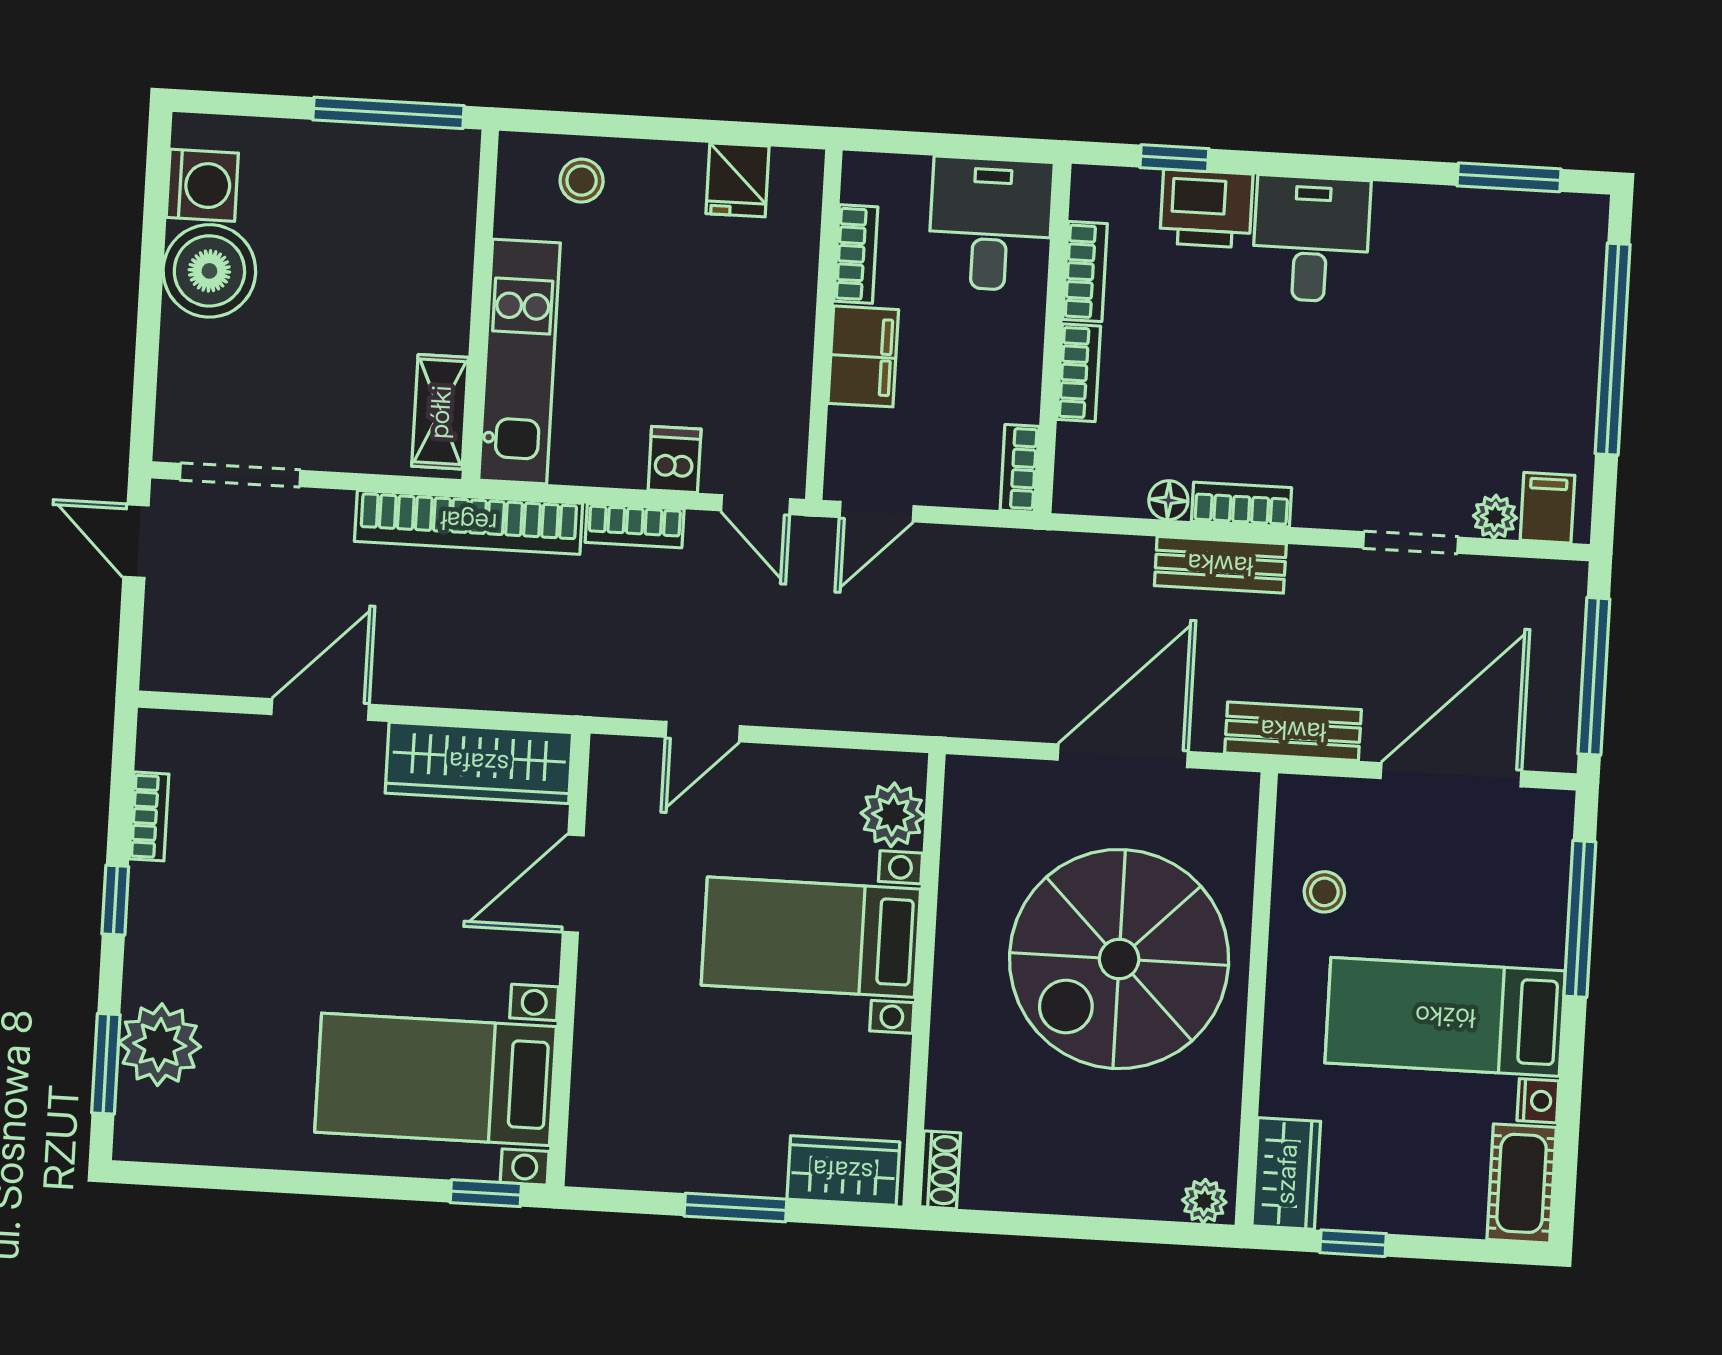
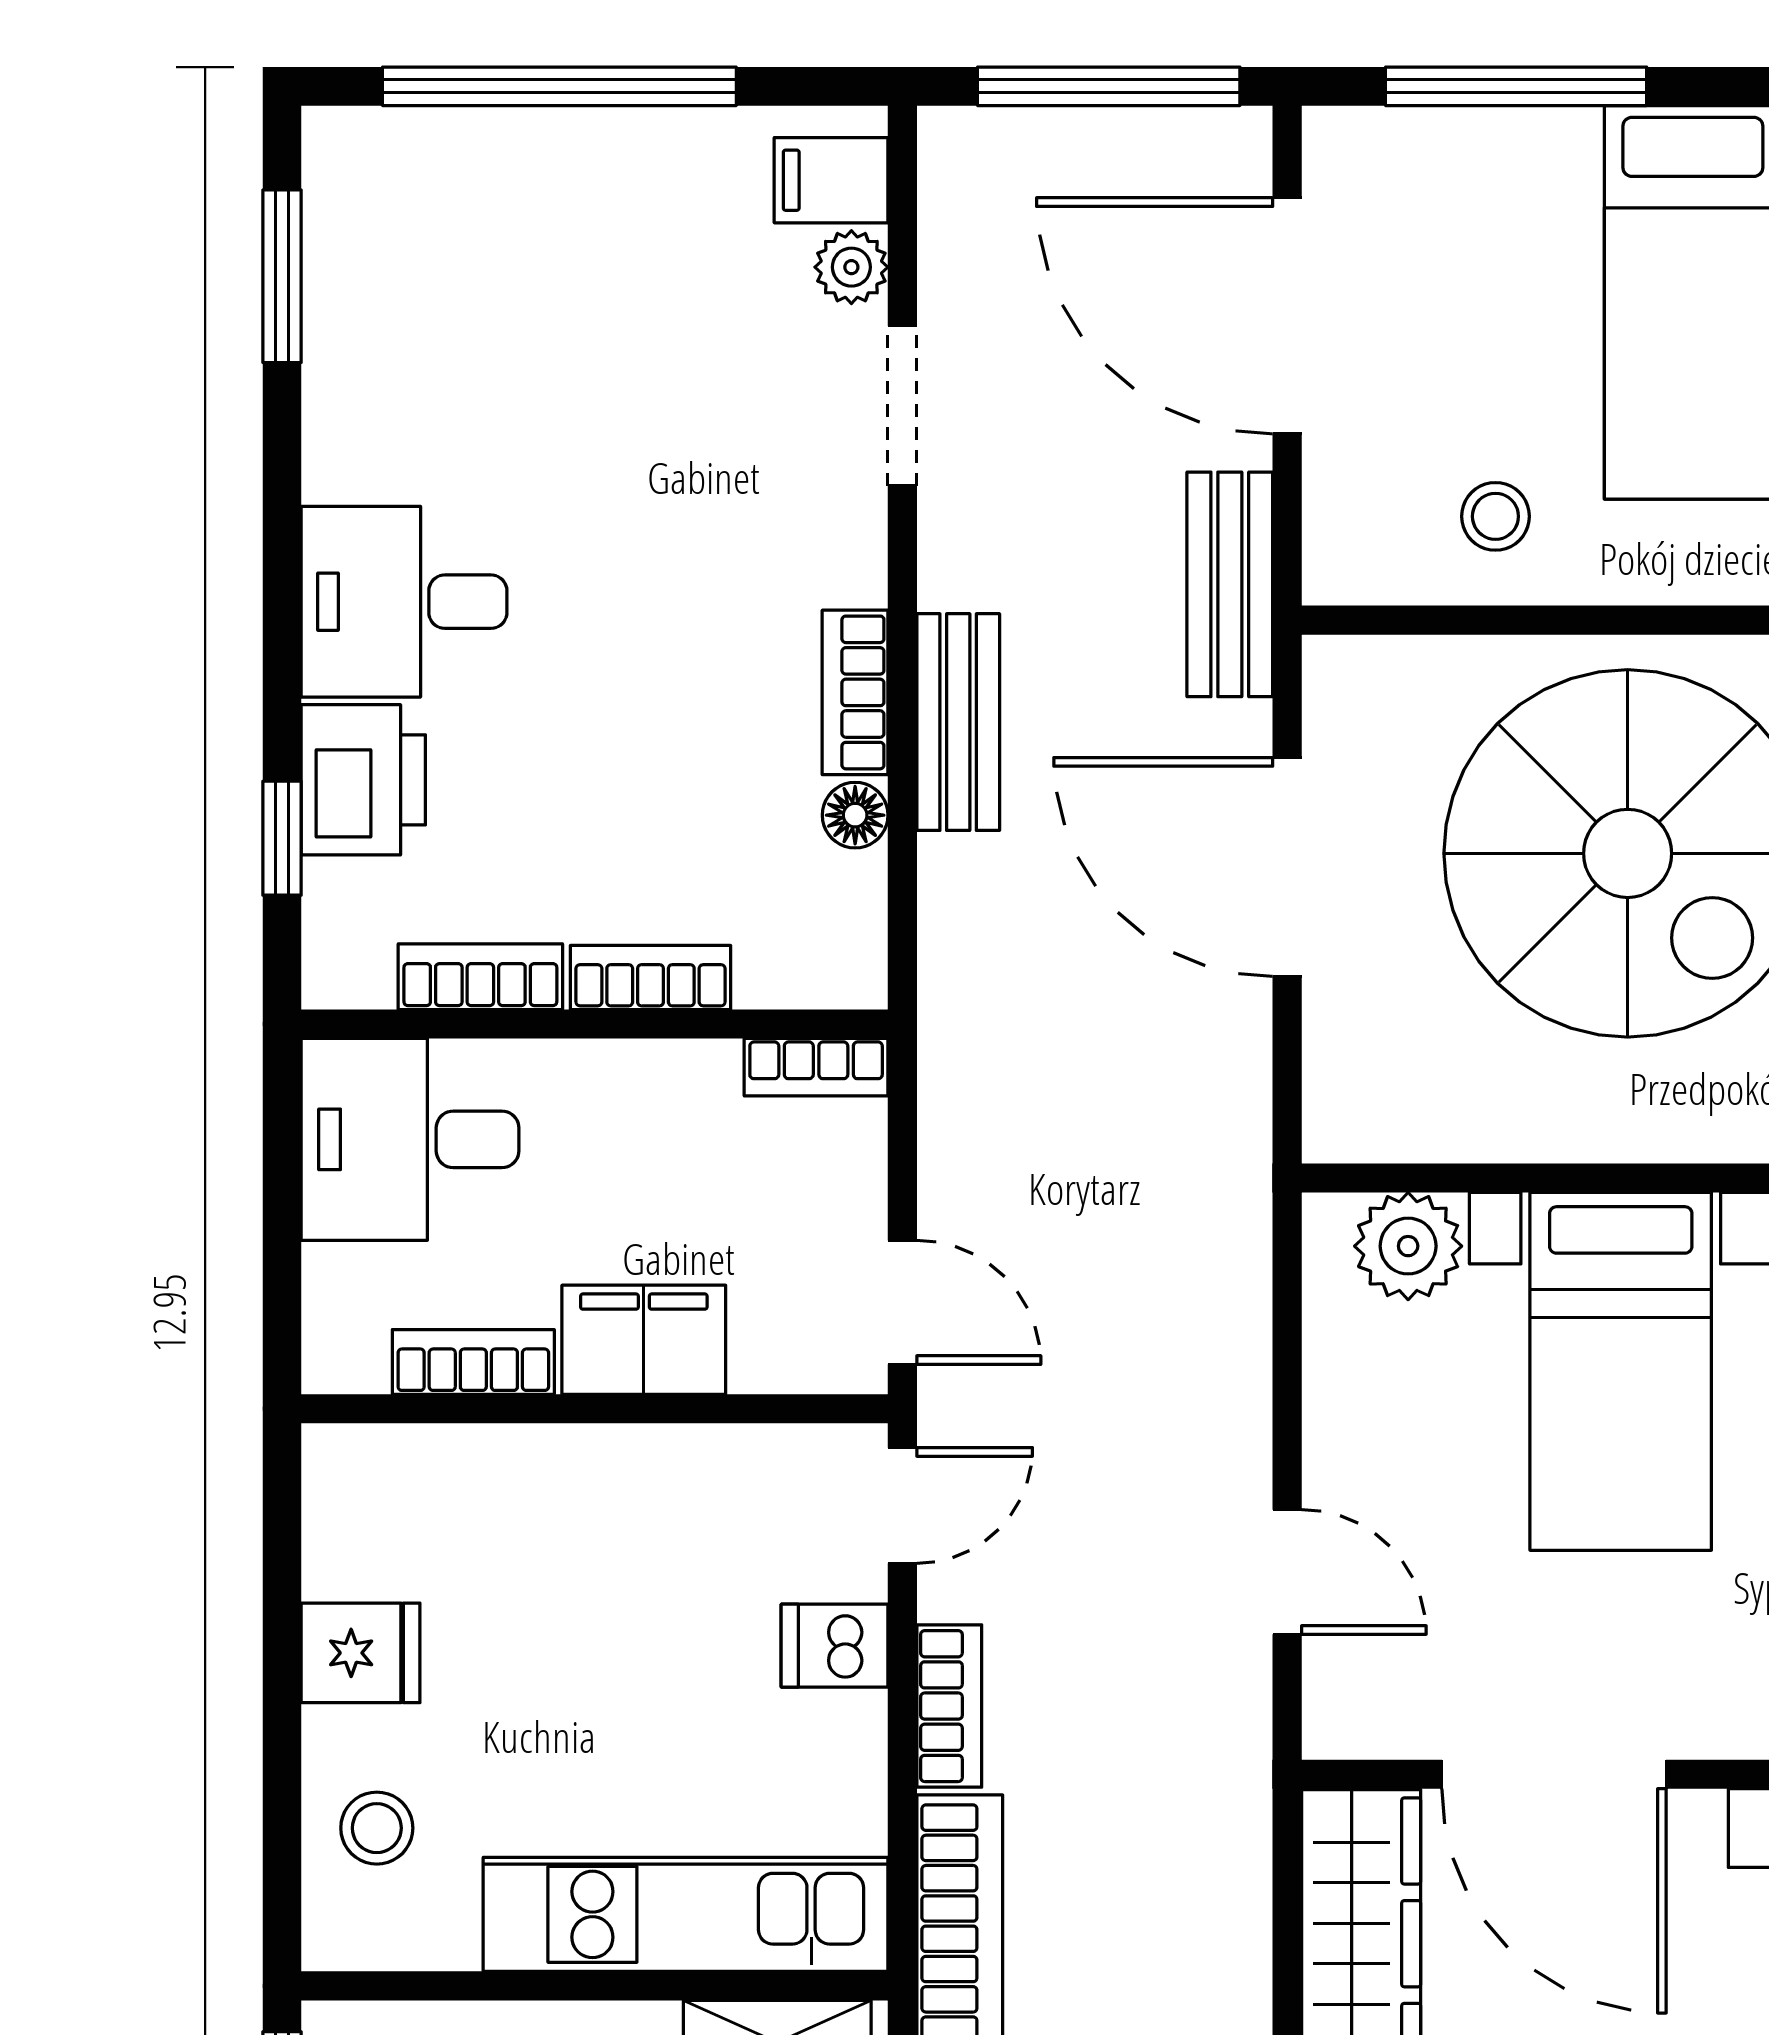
fridge: (738, 180) -> (361, 1653), moved
door: (573, 884) -> (1554, 1774), width x1.36

